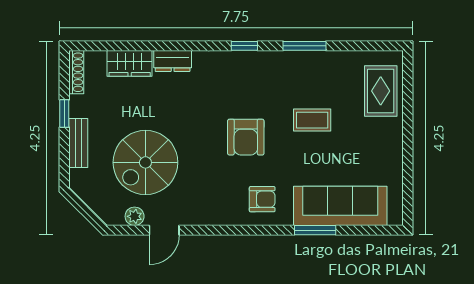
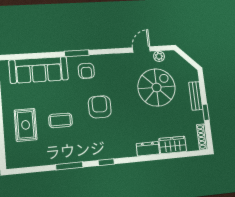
rug: (381, 91) -> (26, 125), moved
armchair: (262, 199) -> (86, 71), turned -90
window: (315, 230) -> (77, 53), moved

